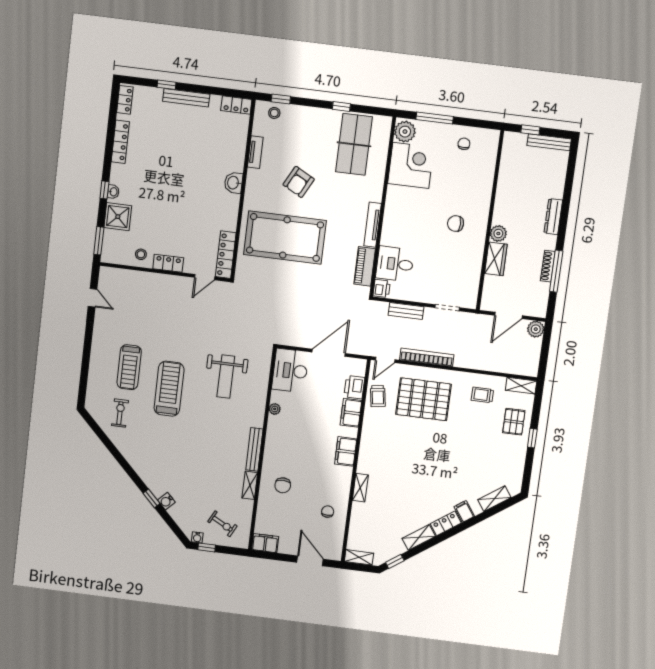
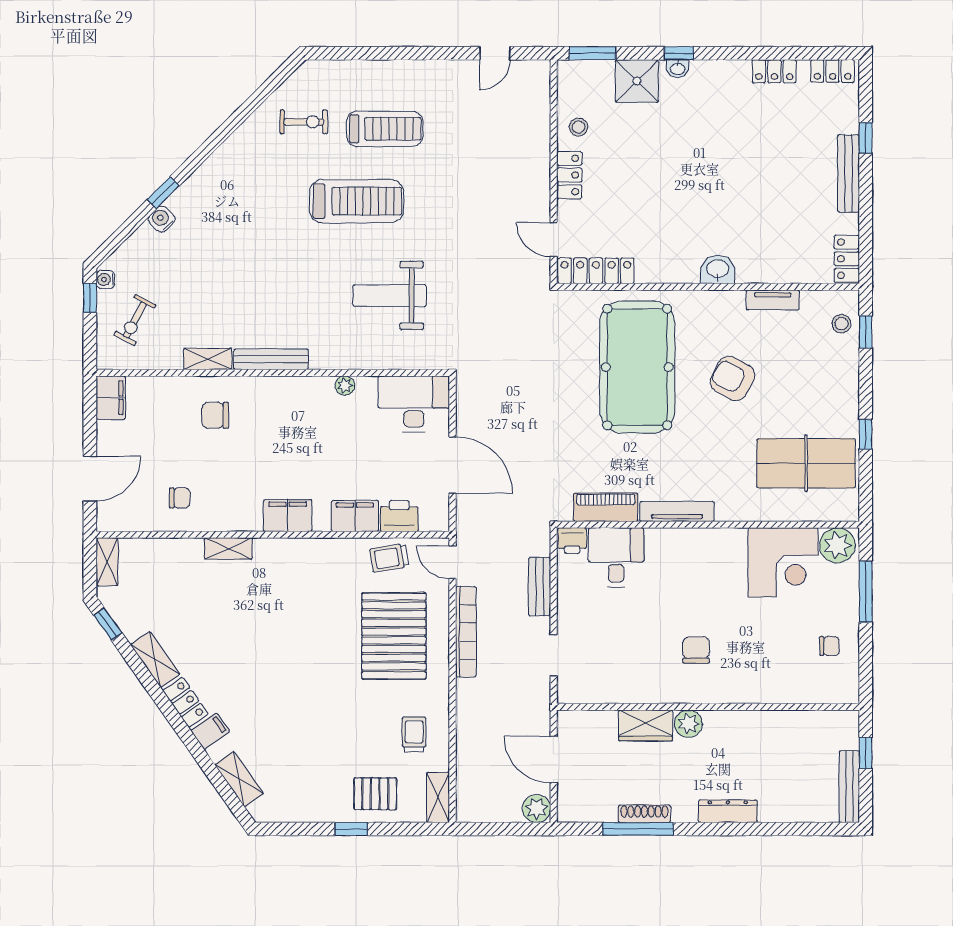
locker: (120, 142) -> (774, 71), width x0.66
treadmill: (129, 367) -> (385, 129), turned 180

